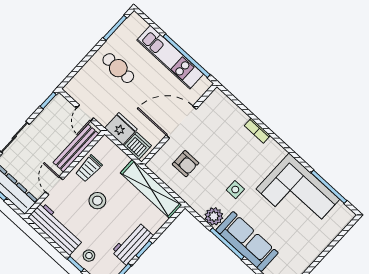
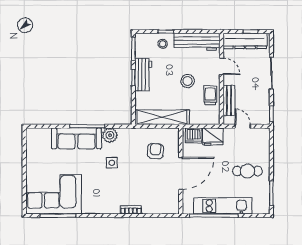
bench: (76, 148) -> (229, 100), width x0.73
armchair: (186, 164) -> (155, 151), turned 96
corner sofa: (298, 194) -> (54, 194), moved

